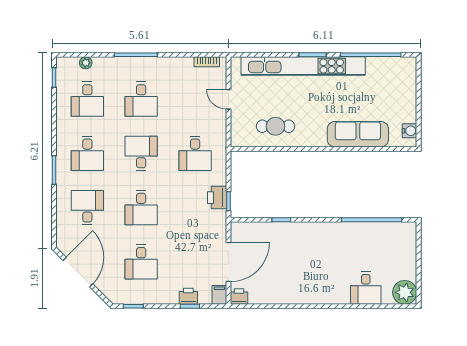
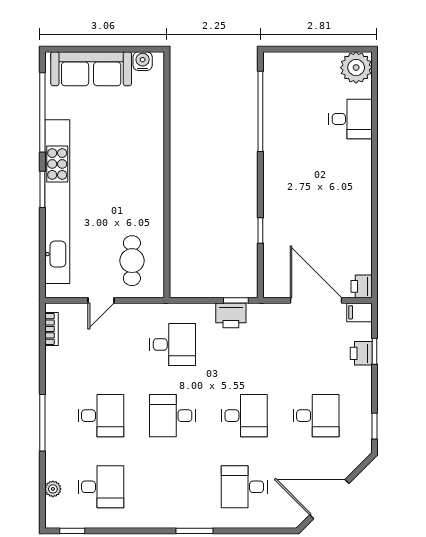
cafe table: (275, 126) -> (132, 261), moved
sofa: (358, 134) -> (91, 69), moved, turned -90
desk: (87, 153) -> (173, 487), removed

